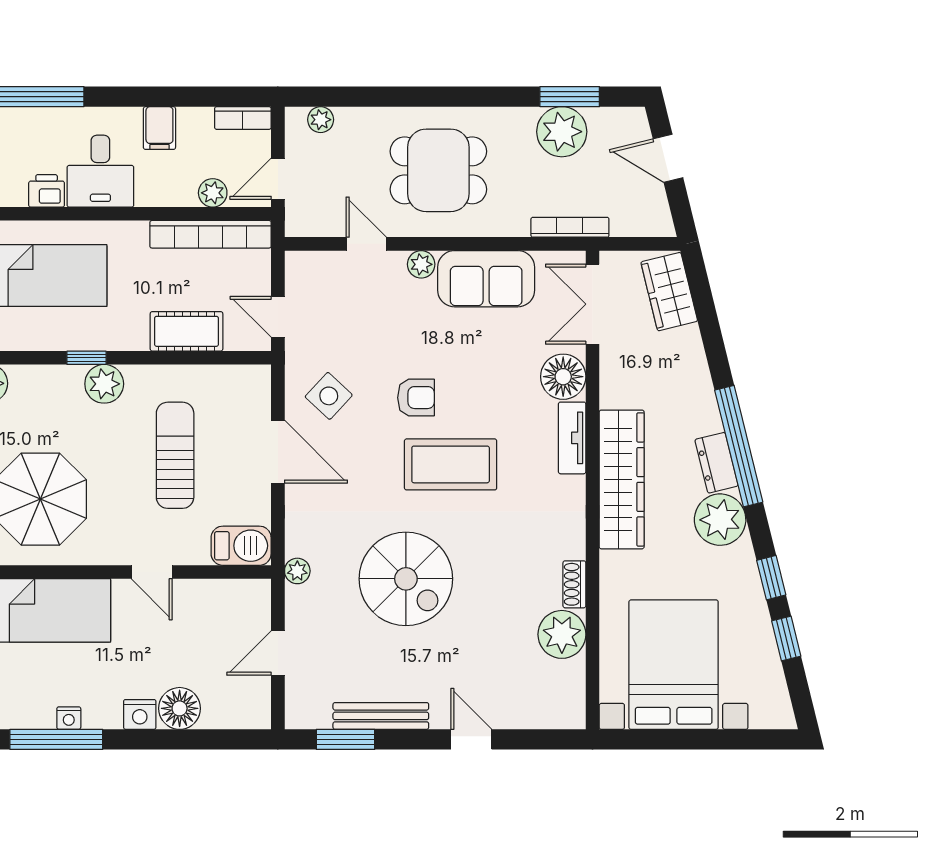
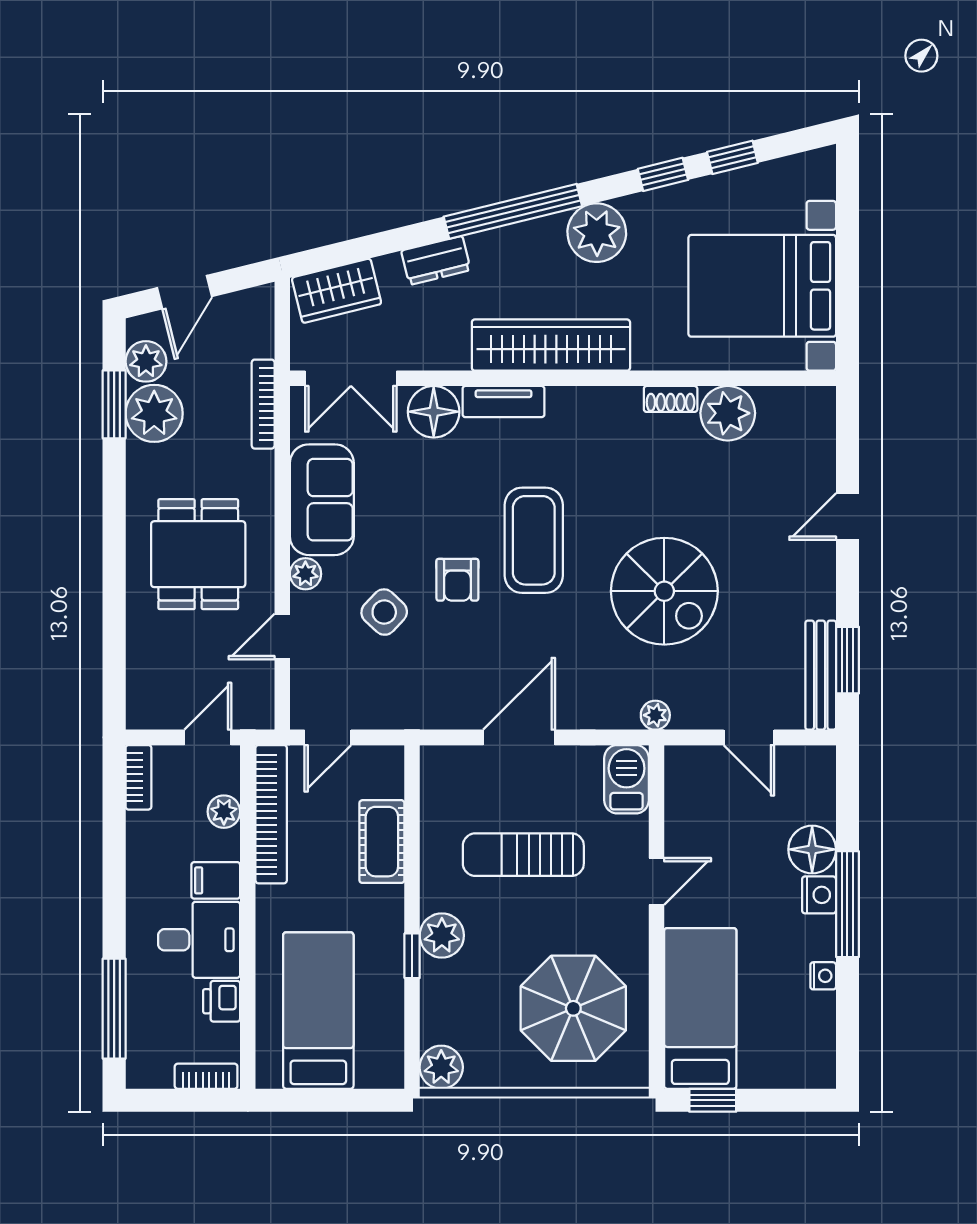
plant: (321, 120) -> (146, 361), moved, width x1.38, depth x1.38
filing cabinet: (159, 128) -> (216, 880), moved, turned 180
door: (278, 179) -> (208, 737), swing flipped
door: (278, 317) -> (328, 737), moved
side table: (329, 396) -> (384, 612), moved
armchair: (416, 398) -> (457, 580), turned 180
dresser: (717, 463) -> (436, 260), moved
spiral stairs: (406, 579) -> (664, 591), turned 90
bench: (381, 716) -> (821, 675), moved
window: (56, 739) -> (847, 904), moved

